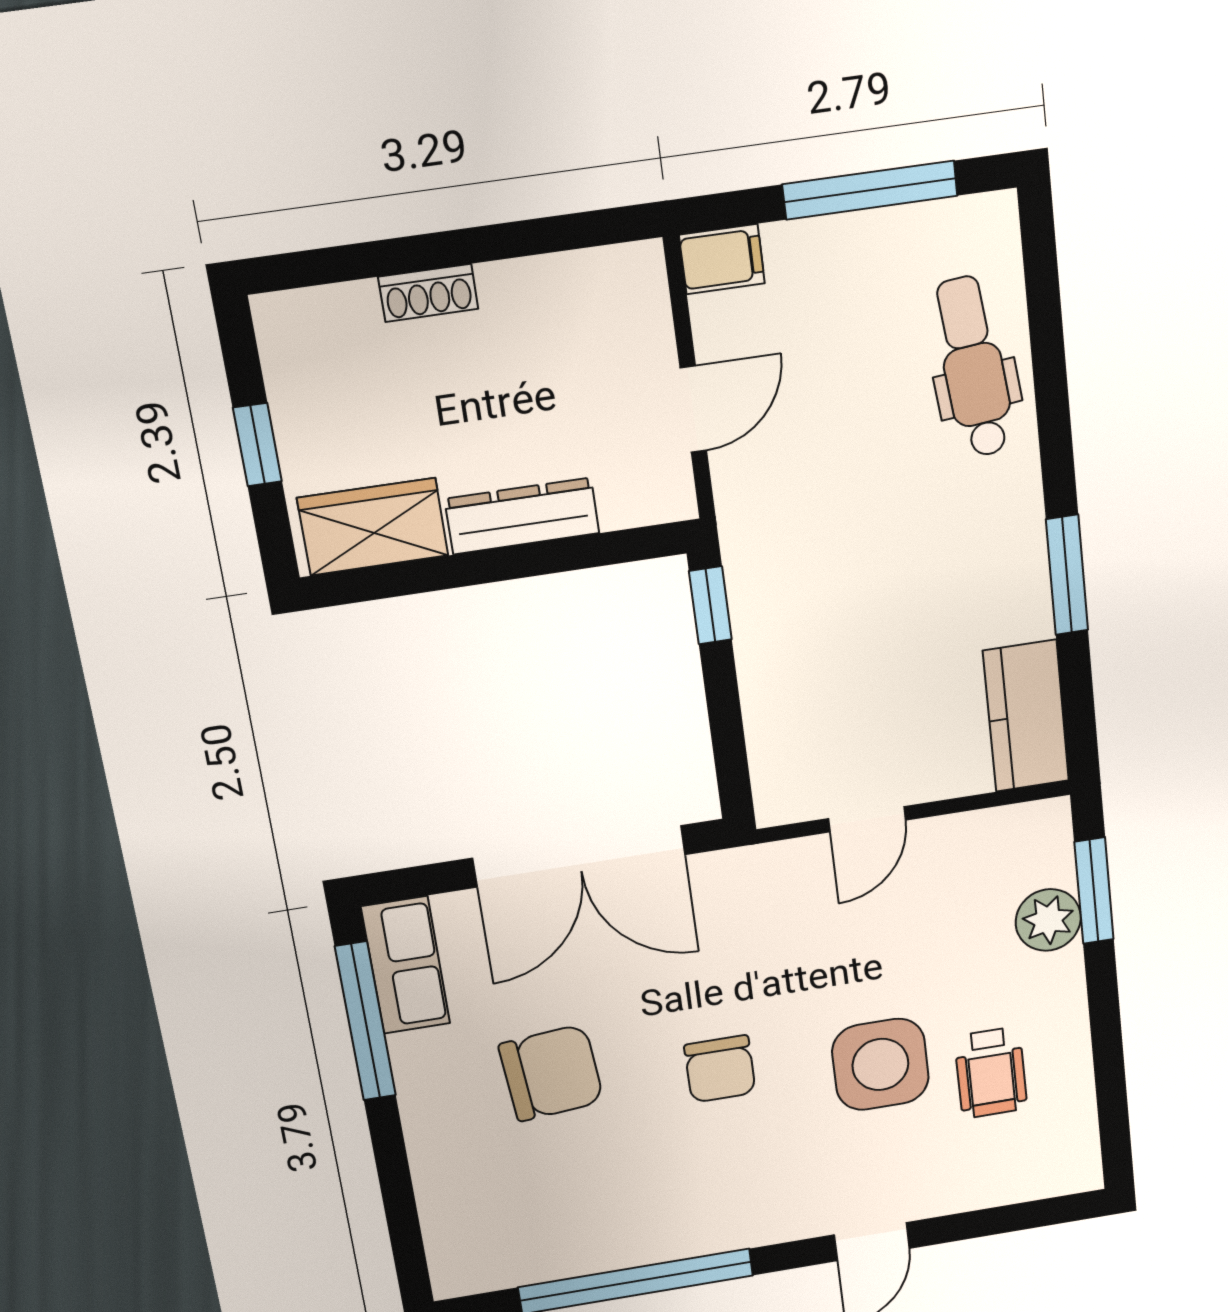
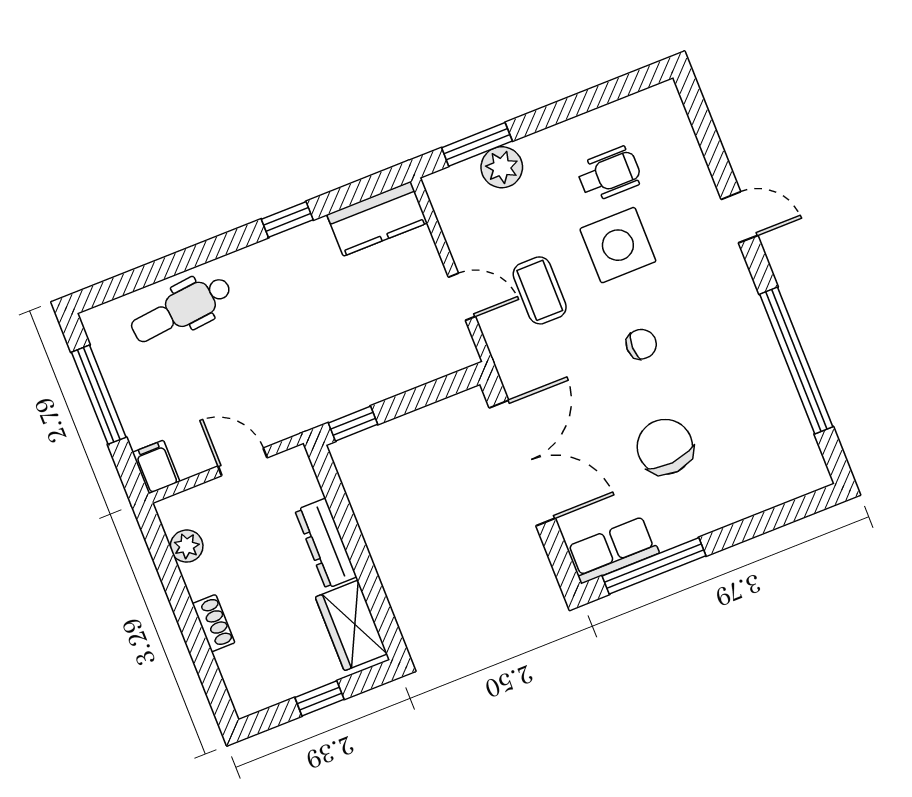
plant: (573, 279) -> (187, 546), added
window: (1067, 575) -> (287, 219), width x0.67
coffee table: (844, 938) -> (540, 290), added
chair: (720, 1069) -> (641, 344), width x0.73, depth x0.73

